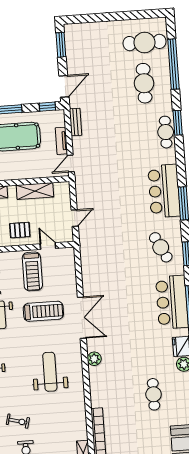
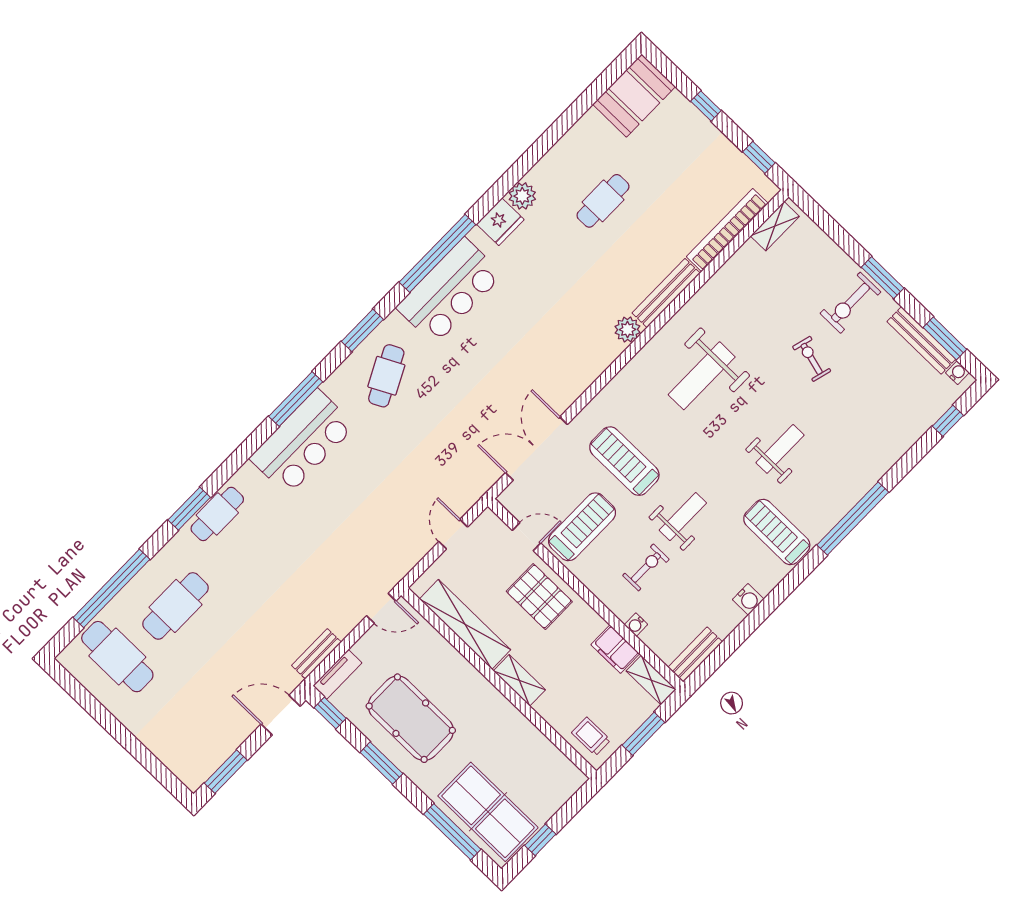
tv unit: (61, 141) -> (337, 674), moved
shelving: (35, 191) -> (465, 624), width x1.47
door: (75, 218) -> (453, 534), hinge flipped
pallet: (20, 230) -> (539, 597), width x1.50, depth x1.42
door: (48, 246) -> (527, 537), swing flipped
double door: (82, 318) -> (537, 449), moved
bench: (95, 387) -> (666, 293), added

